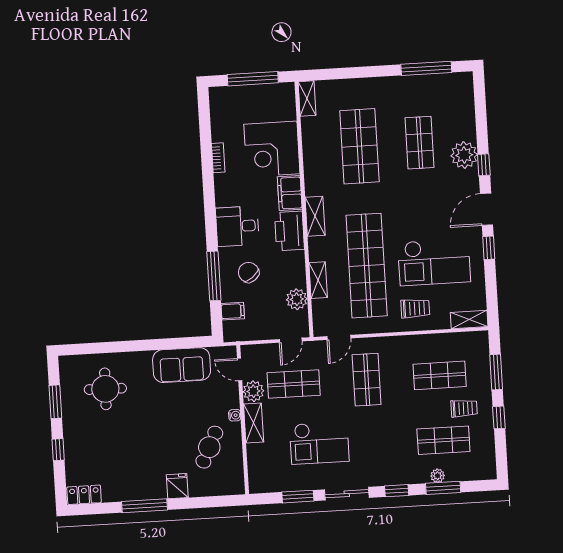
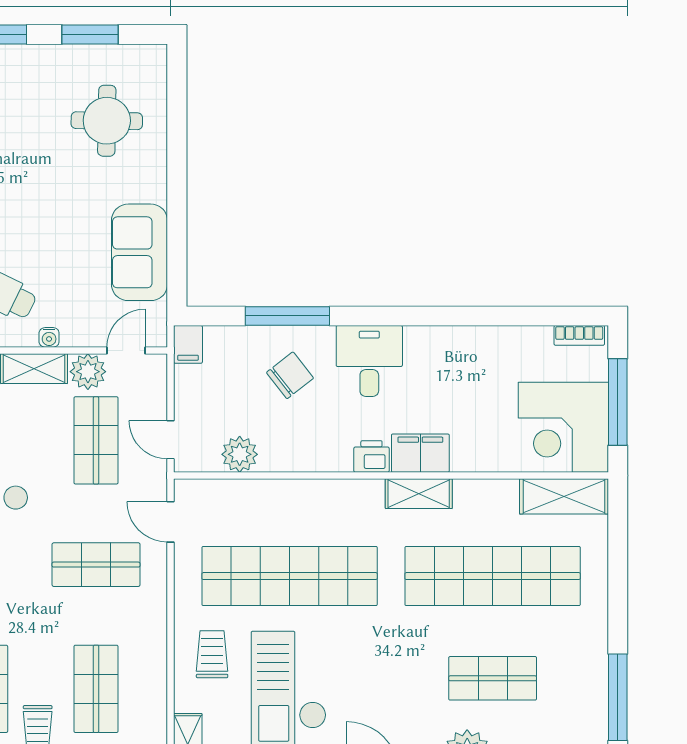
shelving: (307, 99) -> (564, 496), width x1.50, depth x1.33
shop shelf: (359, 146) -> (493, 576), width x1.40
corner desk: (272, 149) -> (563, 427), moved, turned -90
bookcase: (218, 158) -> (579, 335), moved
shelving: (315, 216) -> (419, 494), moved
printer: (289, 231) -> (371, 456), width x0.53, depth x0.68
shelving: (318, 280) -> (270, 492), removed
trolley: (415, 308) -> (212, 654), turned 180
filing cabinet: (233, 311) -> (188, 344), moved

